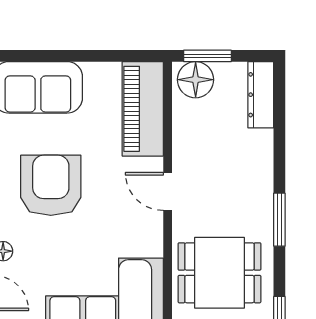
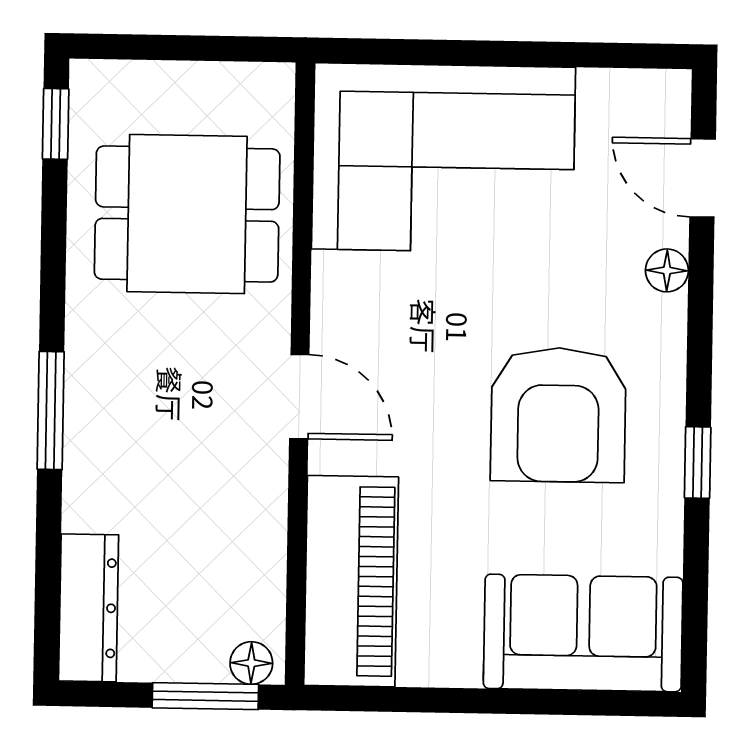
floor lamp: (196, 80) -> (251, 663), width x0.53, depth x0.53
window: (279, 220) -> (51, 411), moved

